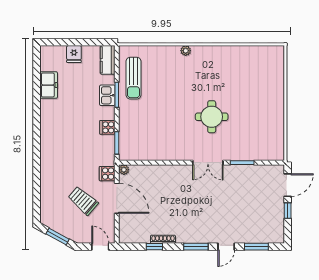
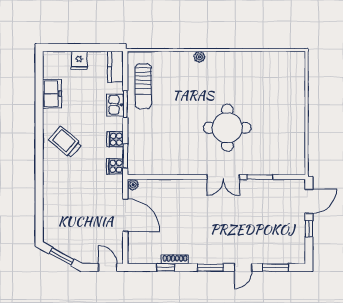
round table: (212, 117) -> (227, 128), width x1.36, depth x1.36
cooker: (107, 174) -> (115, 166), moved
trolley: (83, 201) -> (65, 142), moved

